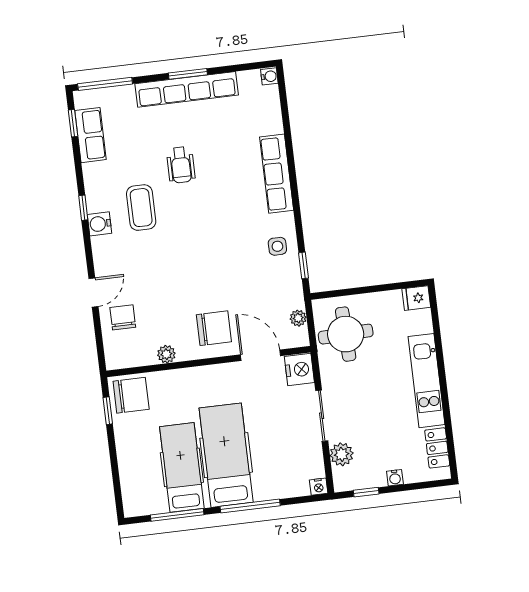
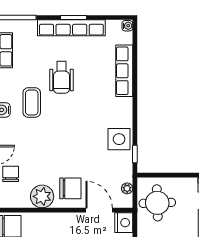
wheelchair: (181, 165) -> (61, 77), width x1.36, depth x1.37
row of seats: (277, 174) -> (124, 71), moved
side table: (277, 246) -> (119, 139), width x1.87, depth x1.87
plant: (166, 354) -> (42, 196), width x1.87, depth x1.87

